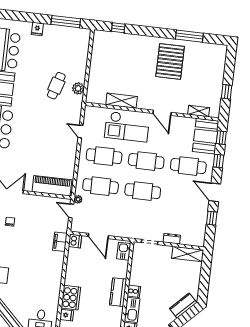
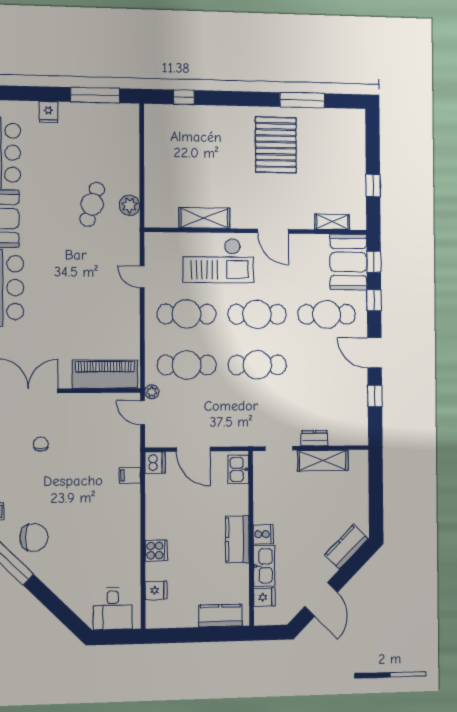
filing cabinet: (60, 242) -> (130, 475), width x0.50
shelving: (188, 254) -> (323, 460), moved
cooker: (71, 298) -> (156, 551), width x0.53, depth x0.76

